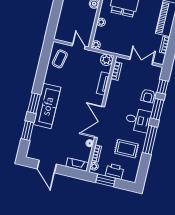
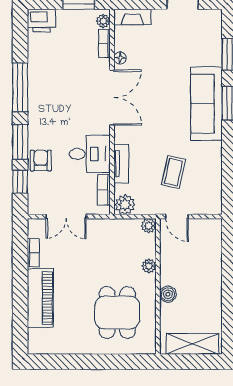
coffee table: (60, 59) -> (173, 172), moved
desk: (138, 120) -> (90, 154), moved, turned 180
rug: (126, 149) -> (56, 63), removed
printer: (115, 171) -> (41, 21), moved

